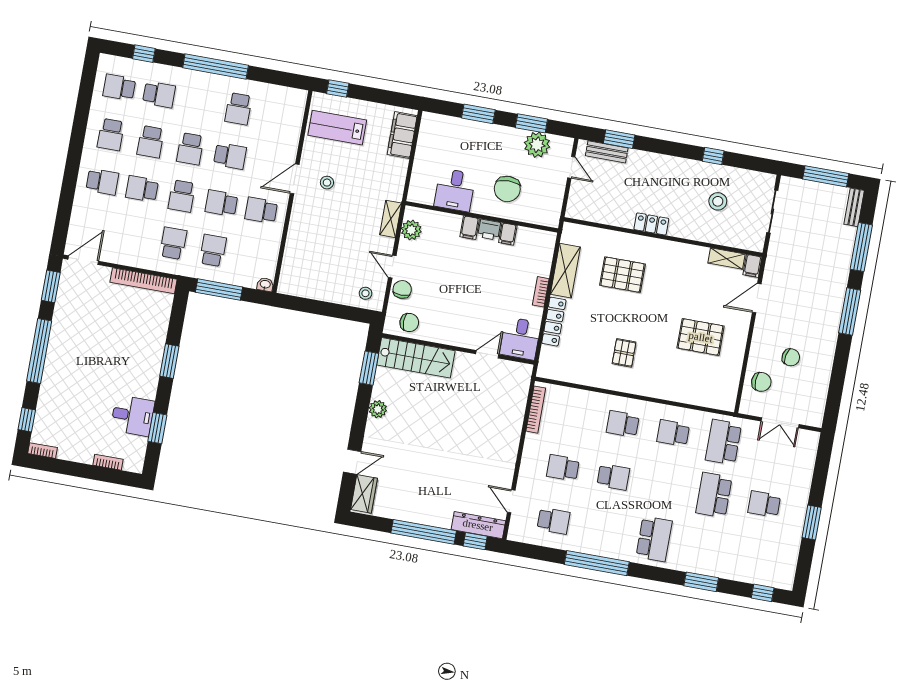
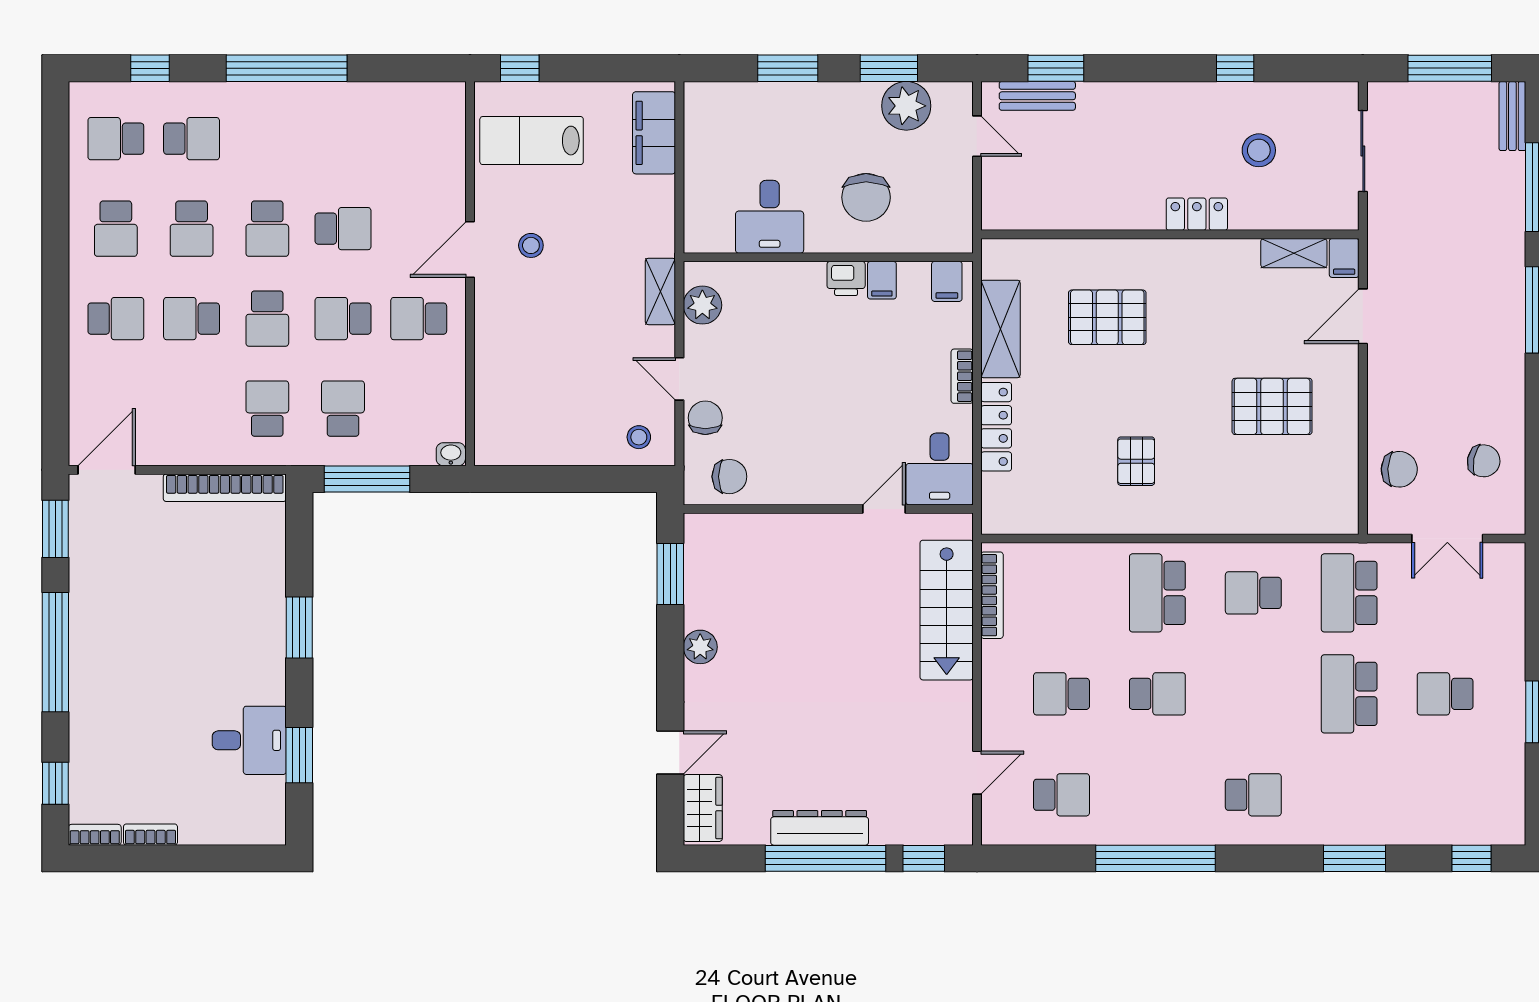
school desk: (238, 109) -> (343, 139), removed
locker: (651, 224) -> (1197, 214), moved
filing cabinet: (470, 228) -> (947, 281), moved
chair: (791, 357) -> (1484, 461), moved
stairs: (416, 358) -> (947, 610), moved, turned 90
school desk: (623, 424) -> (1157, 593), width x1.85
bookcase: (108, 462) -> (150, 835), moved
door: (511, 501) -> (977, 773), swing flipped
dresser: (478, 525) -> (820, 828), moved
school desk: (654, 539) -> (1253, 795), width x0.54

